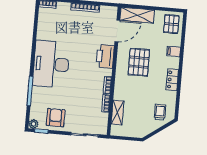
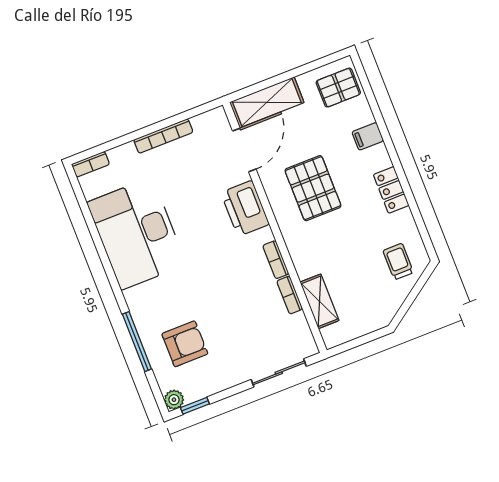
pallet: (171, 24) -> (338, 88), turned 90
desk: (51, 64) -> (137, 234), moved
armchair: (56, 118) -> (185, 344), moved, turned 90

